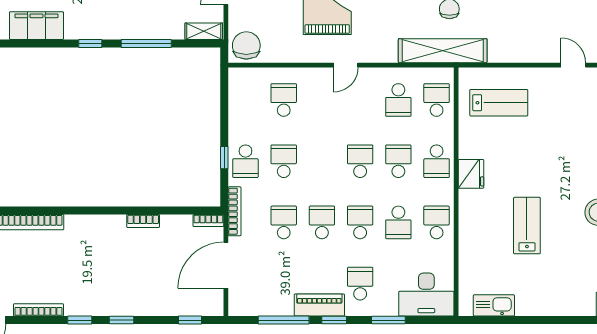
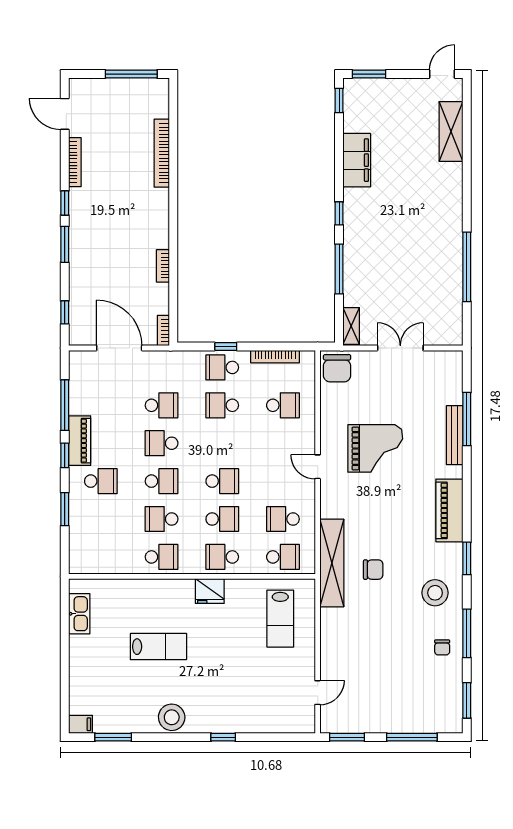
chair: (246, 45) -> (337, 368), turned 90
school desk: (284, 161) -> (222, 405), turned 180
bookcase: (235, 211) -> (275, 357), moved
school desk: (322, 222) -> (162, 443), turned 180
desk: (426, 295) -> (90, 547), removed
window: (121, 320) -> (65, 244), width x1.50

